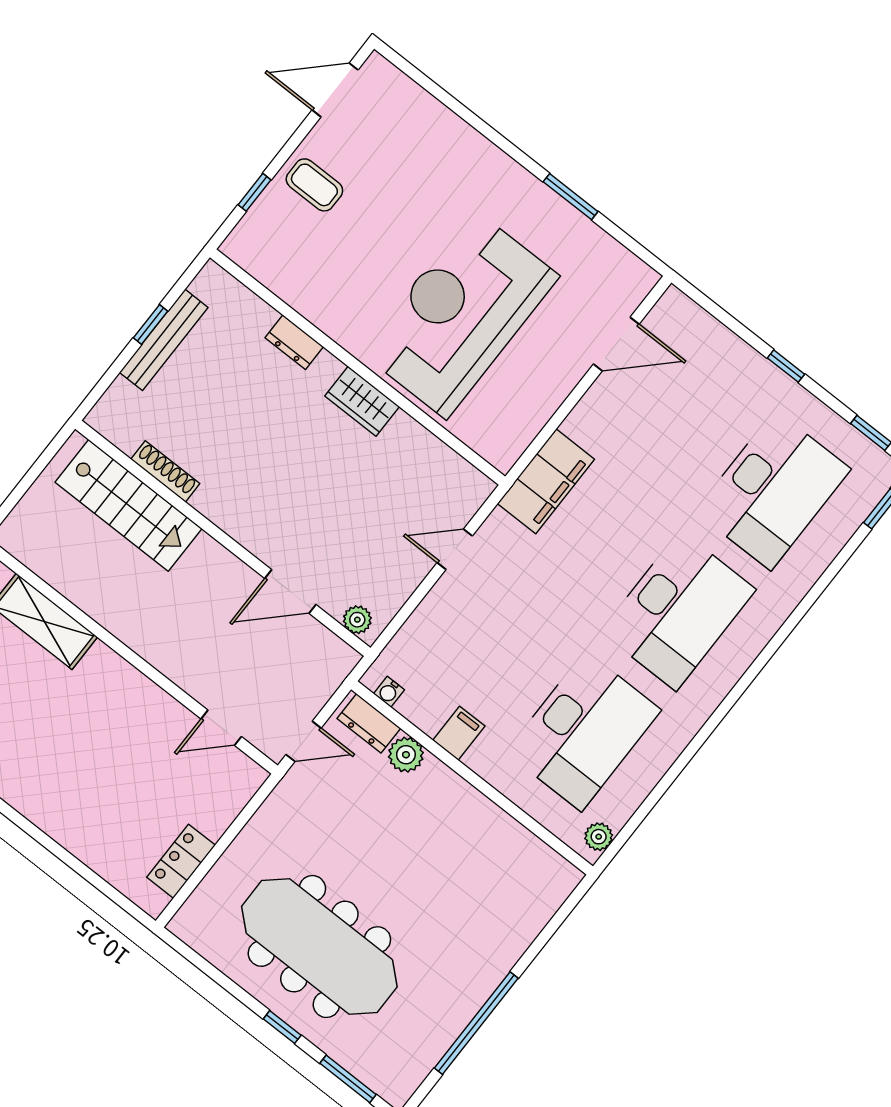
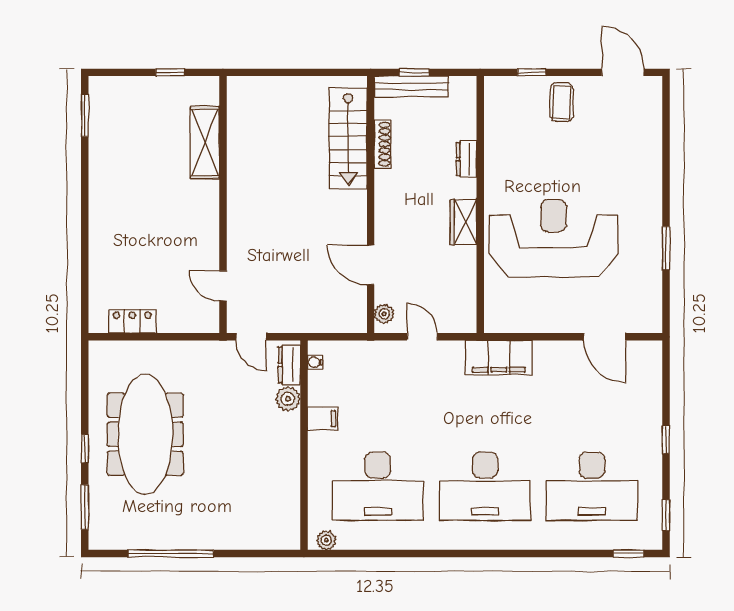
shoe rack: (165, 471) -> (382, 144), moved
stairs: (129, 505) -> (348, 139), moved
wall: (223, 538) -> (371, 205), moved
door: (290, 591) -> (371, 265), moved
plant: (357, 620) -> (384, 314), moved

